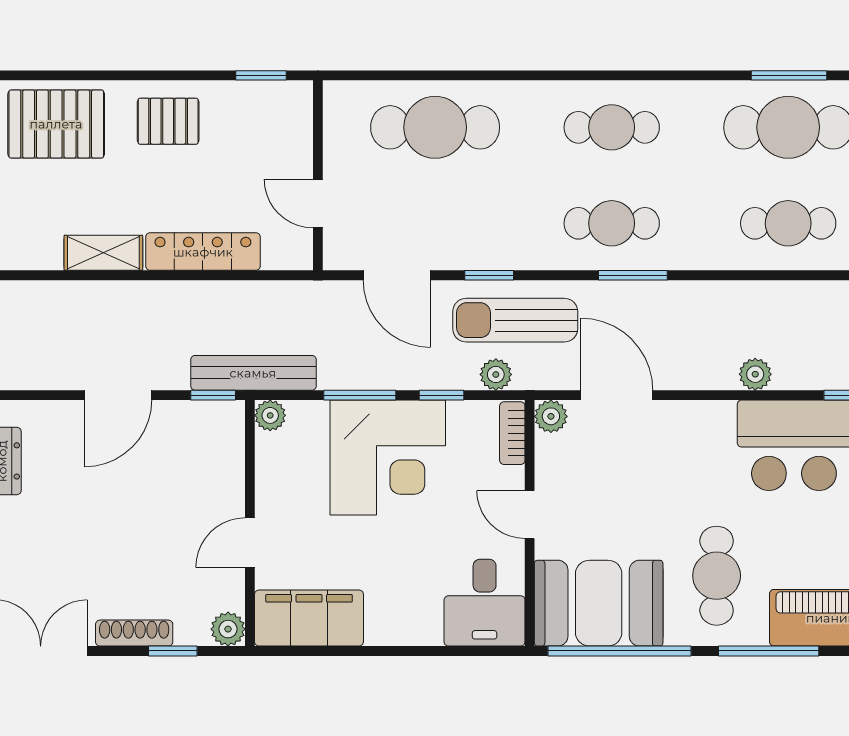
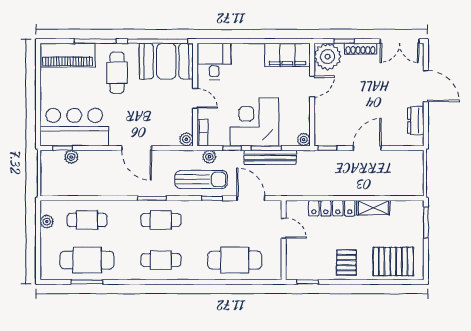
pallet: (168, 121) -> (346, 263), turned 90
bench: (253, 373) -> (270, 157), moved
plant: (755, 374) -> (71, 157), moved
door: (617, 395) -> (137, 148), moved
plant: (228, 629) -> (328, 57), width x1.88, depth x1.88

